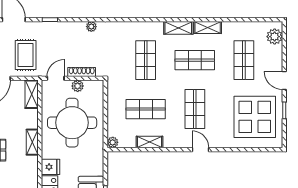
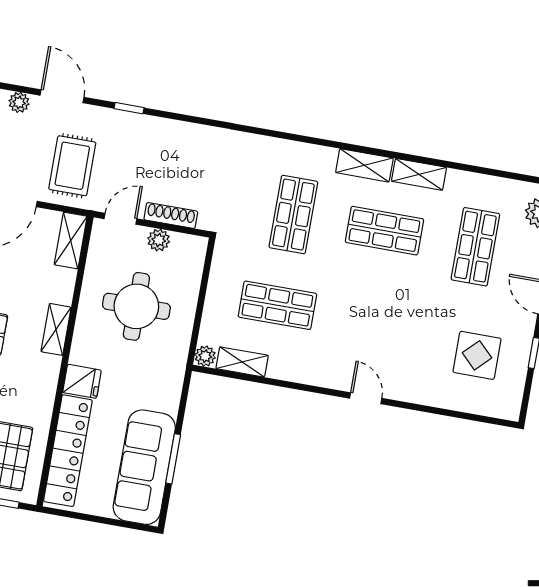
plant: (91, 27) -> (204, 134), removed
shop shelf: (195, 109) -> (368, 321), removed
display table: (255, 117) -> (477, 355), width x0.54, depth x0.54
round table: (72, 123) -> (136, 306), width x0.73, depth x0.73
shelving: (150, 142) -> (242, 362), moved

